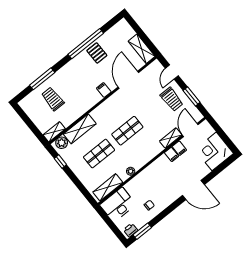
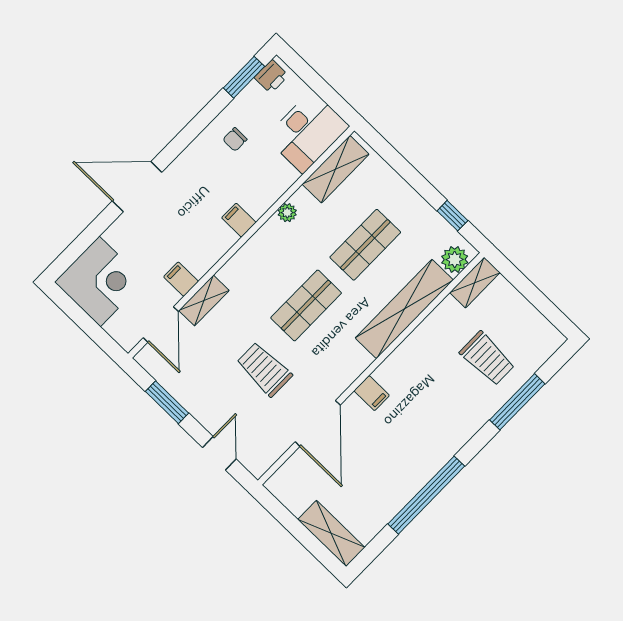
shelving: (142, 49) -> (331, 533), moved
pallet: (97, 53) -> (398, 477), removed
trolley: (172, 99) -> (264, 369), moved
shelving: (80, 129) -> (404, 309), width x1.47
filing cabinet: (172, 154) -> (239, 220), moved

